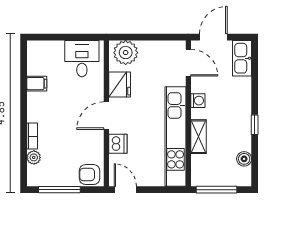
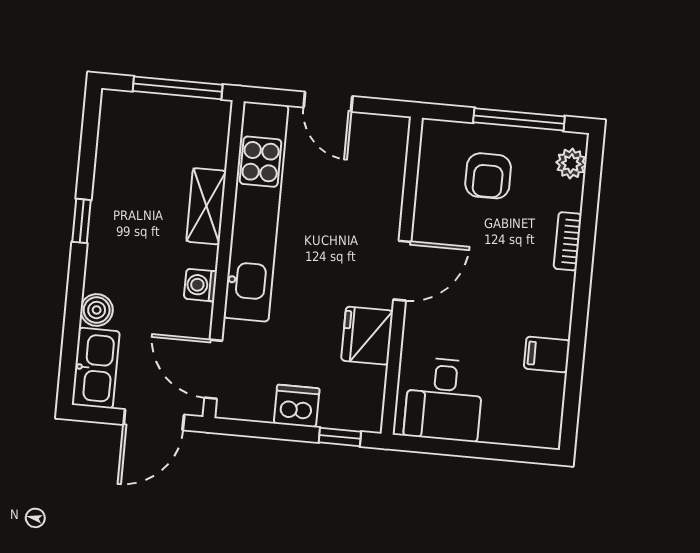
window: (128, 37) -> (340, 437), added
plant: (126, 53) -> (347, 404), removed
dishwasher: (118, 144) -> (297, 406), moved, turned 90
plant: (34, 157) -> (571, 163), moved
boiler: (244, 159) -> (97, 310), moved
armchair: (90, 175) -> (488, 176), moved, turned 90
door: (125, 190) -> (328, 102), moved

